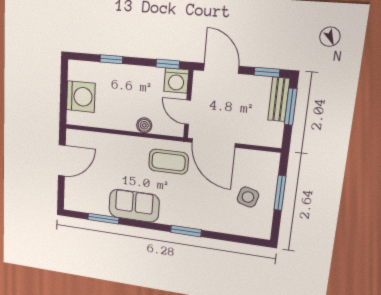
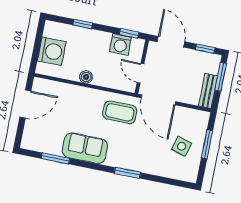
washing machine: (176, 81) -> (121, 44), moved
bench: (279, 99) -> (208, 91), moved
boiler: (144, 125) -> (86, 77), moved

